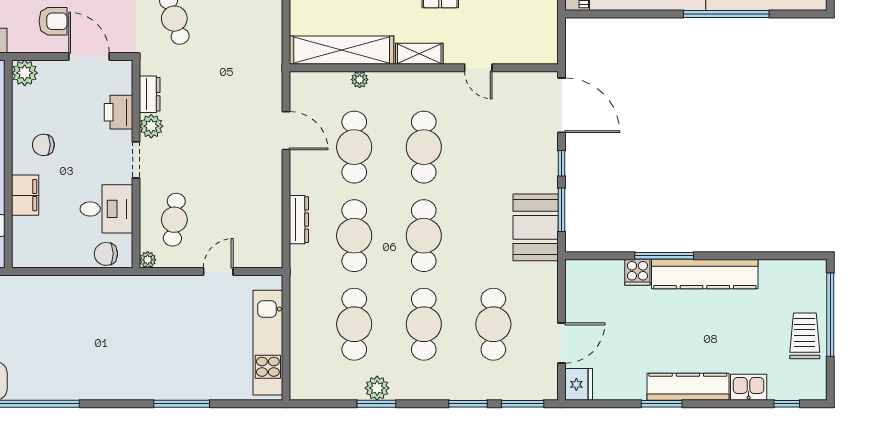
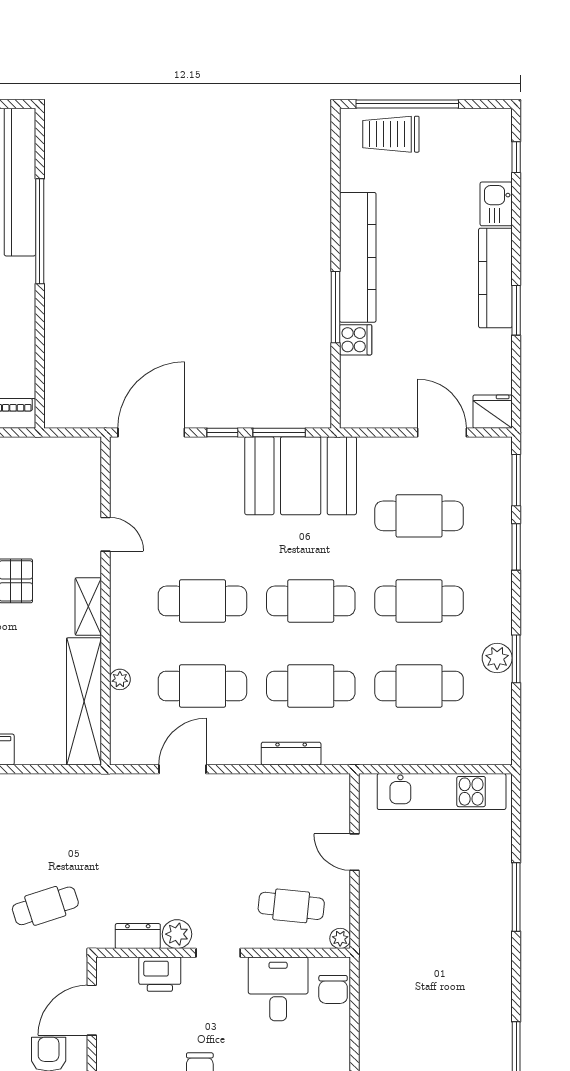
door: (478, 68) -> (105, 534), hinge flipped
booth: (536, 227) -> (301, 476), width x1.36, depth x1.42
trolley: (805, 336) -> (391, 134), moved

